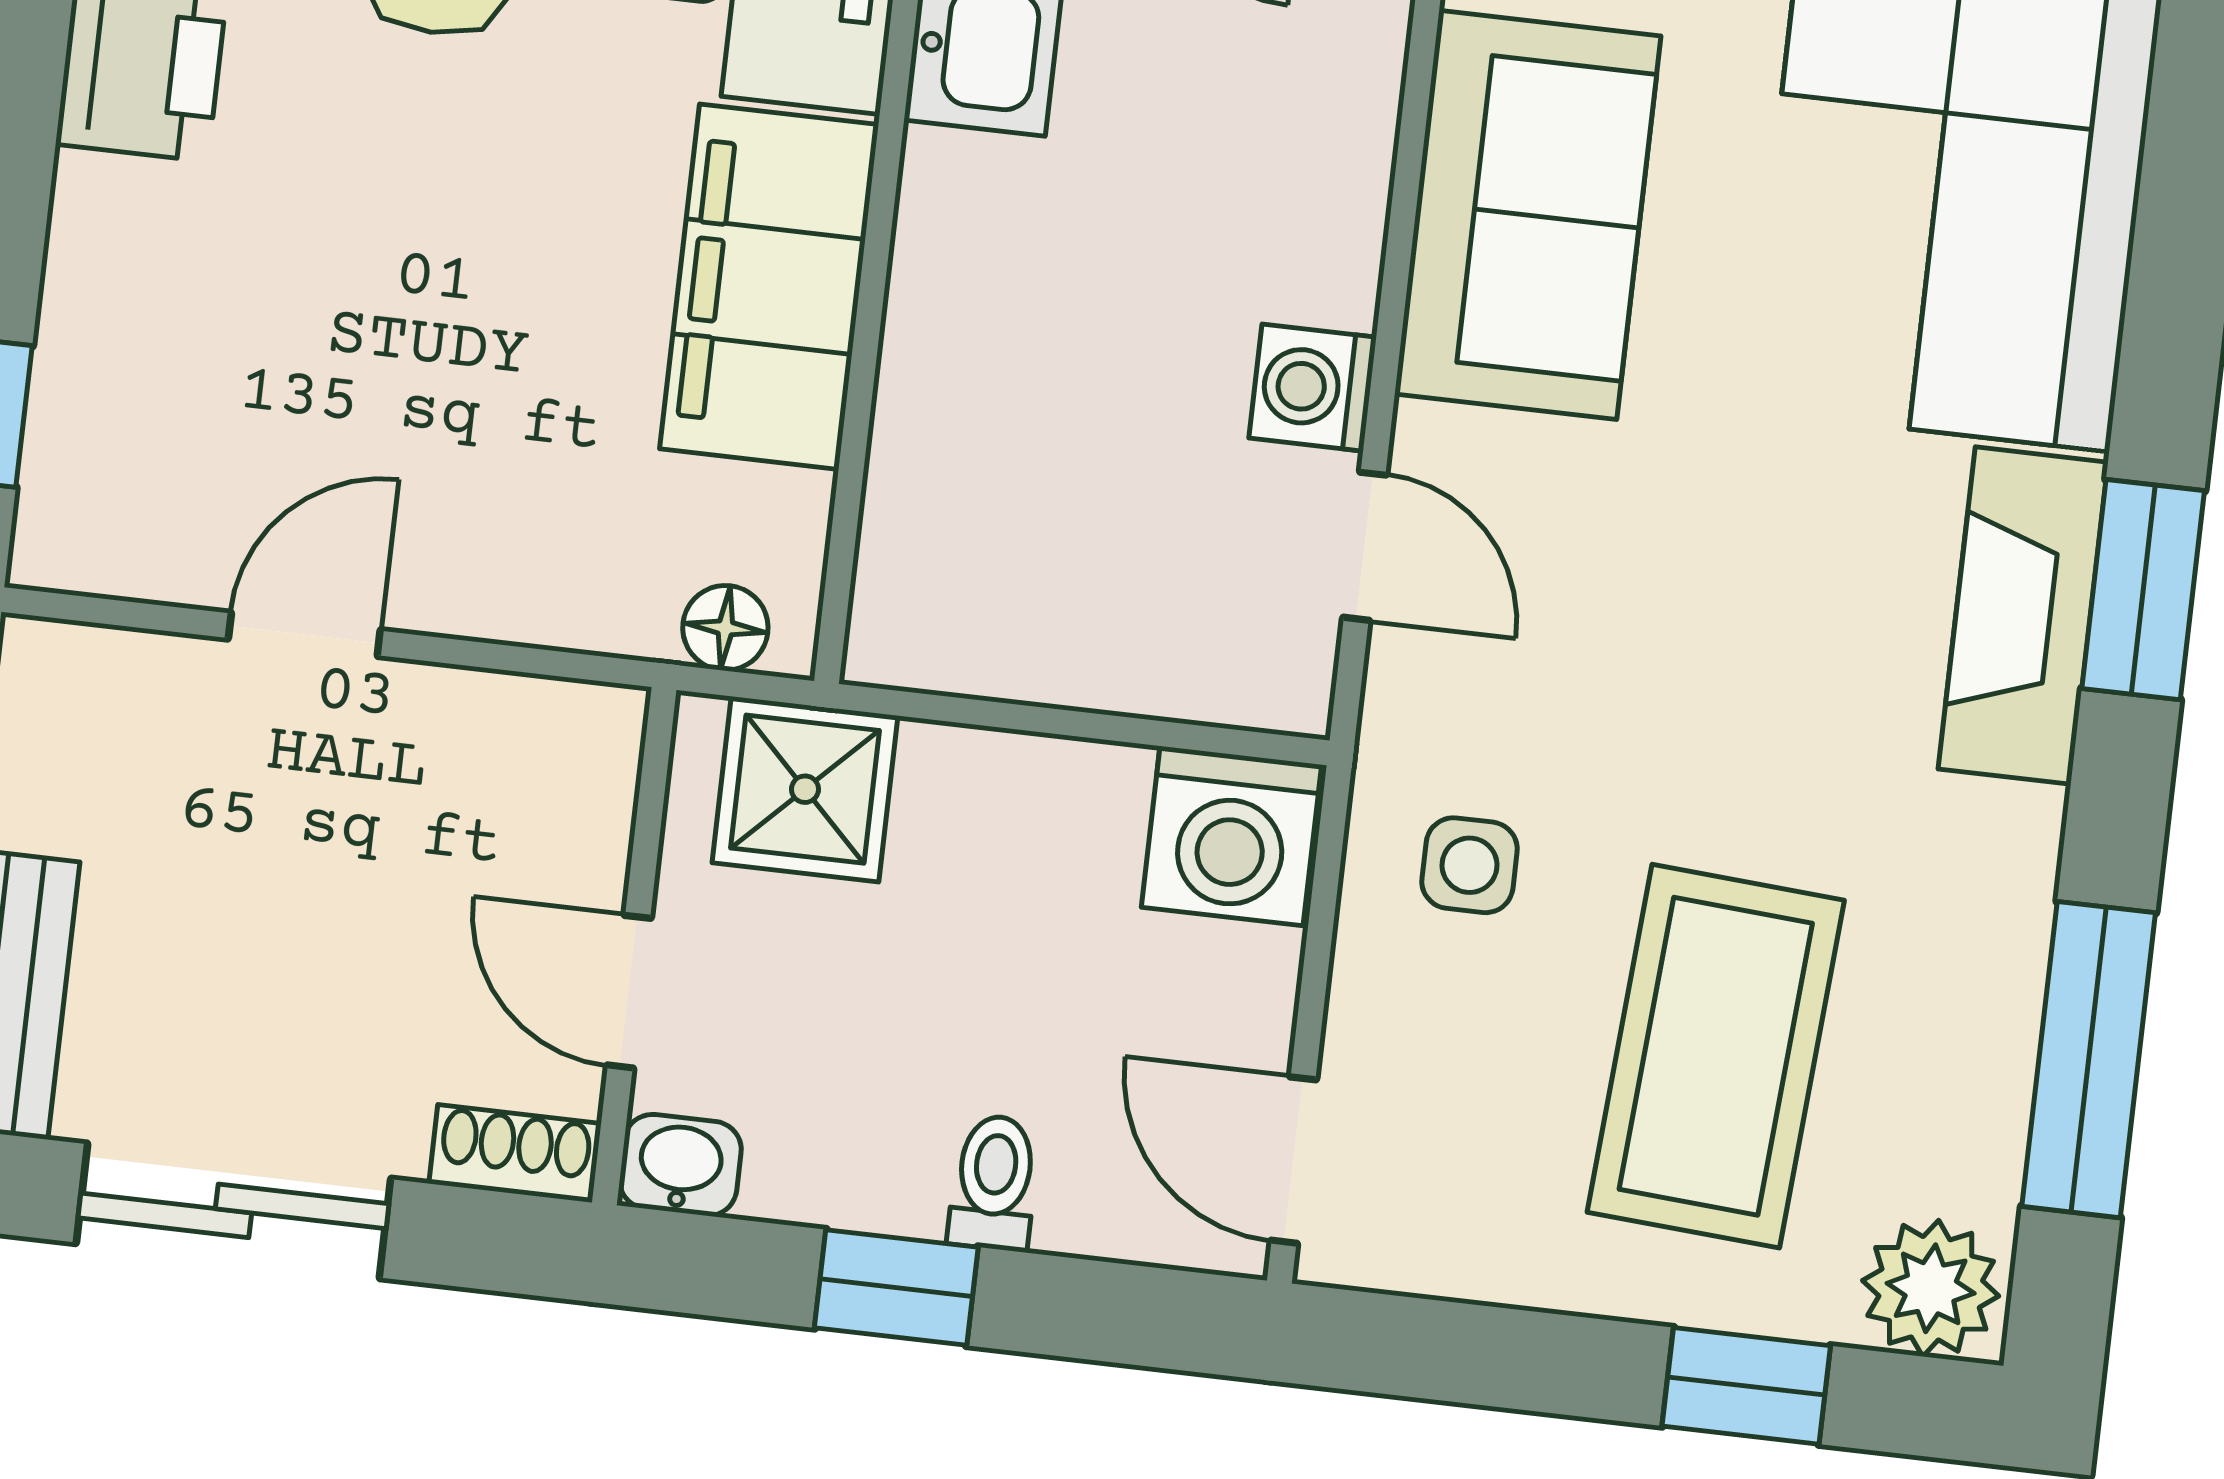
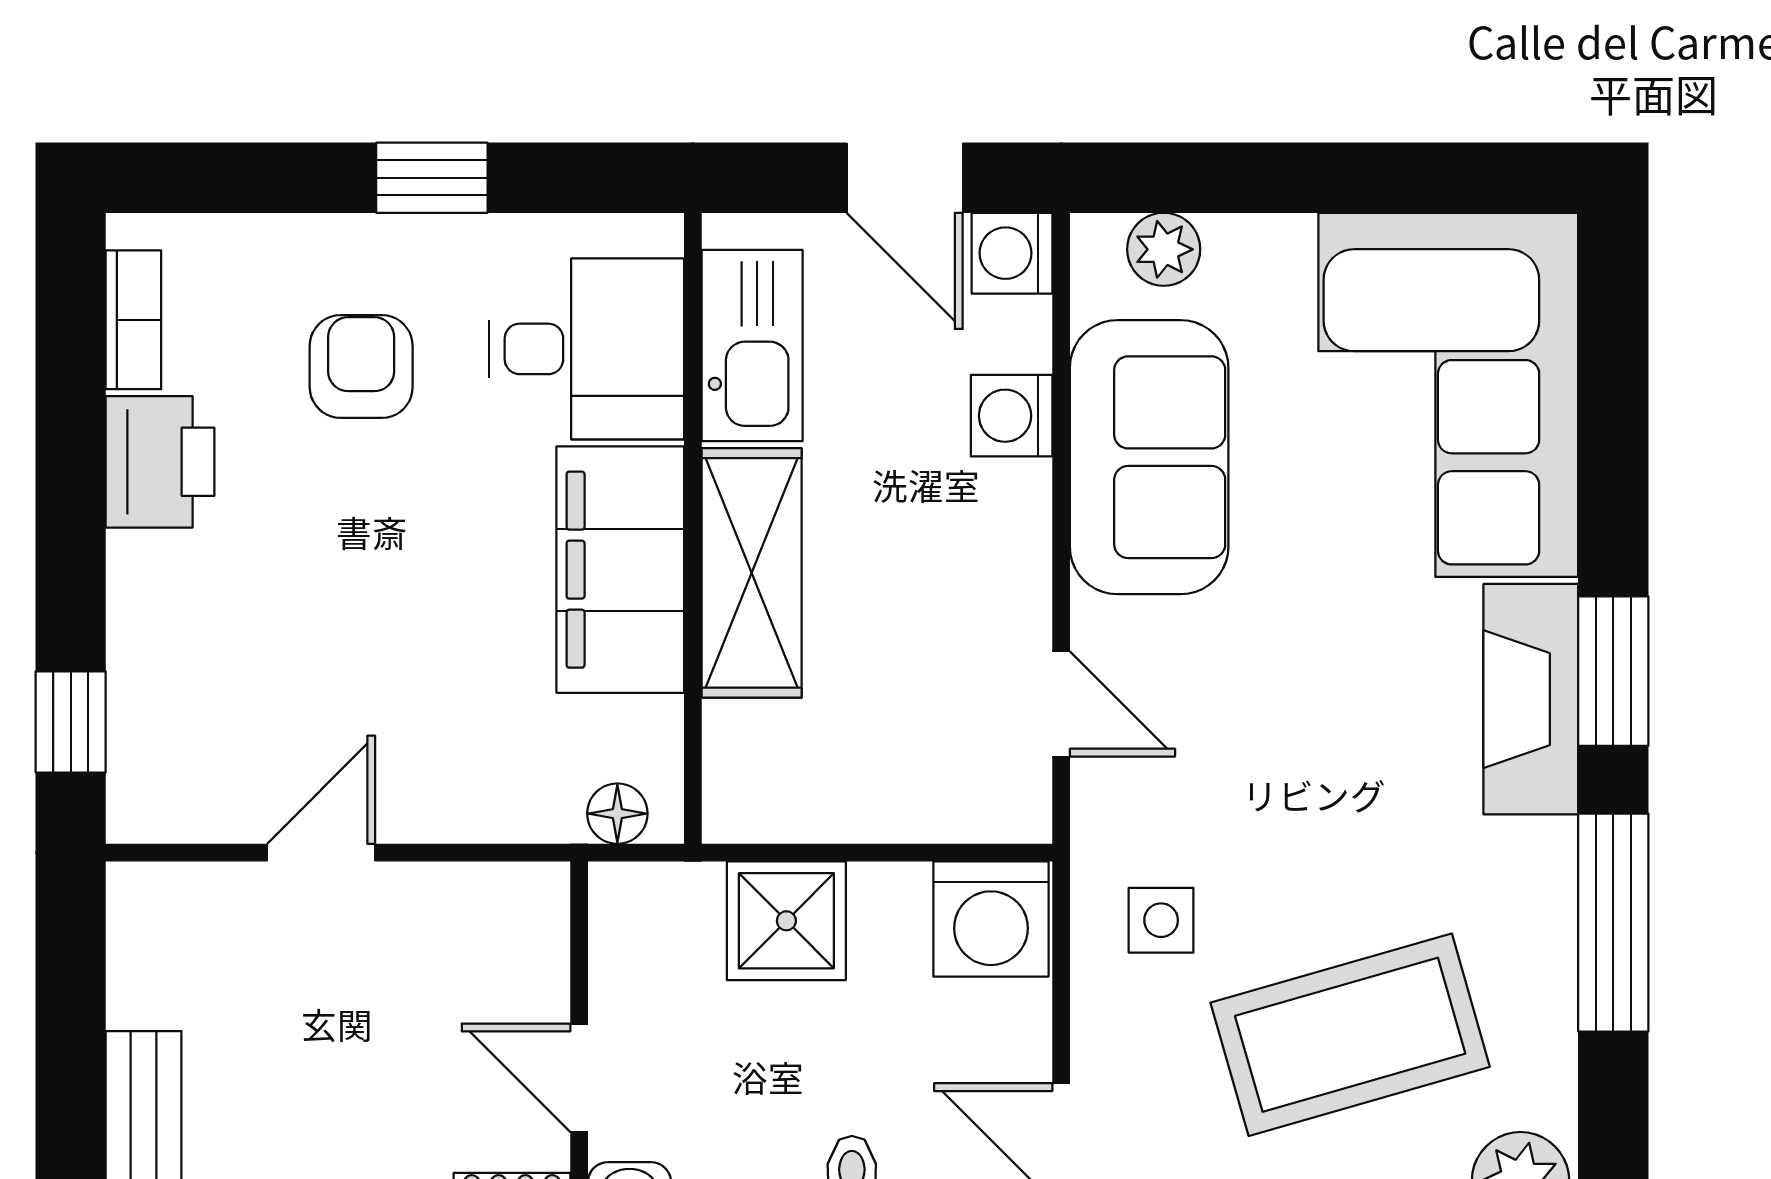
shelving: (952, 313) -> (752, 573), added
washing machine: (1313, 388) -> (1012, 416), moved
shower: (805, 789) -> (786, 921), moved
coffee table: (1716, 1056) -> (1350, 1035), turned 70
window: (2089, 1060) -> (1613, 923), moved

